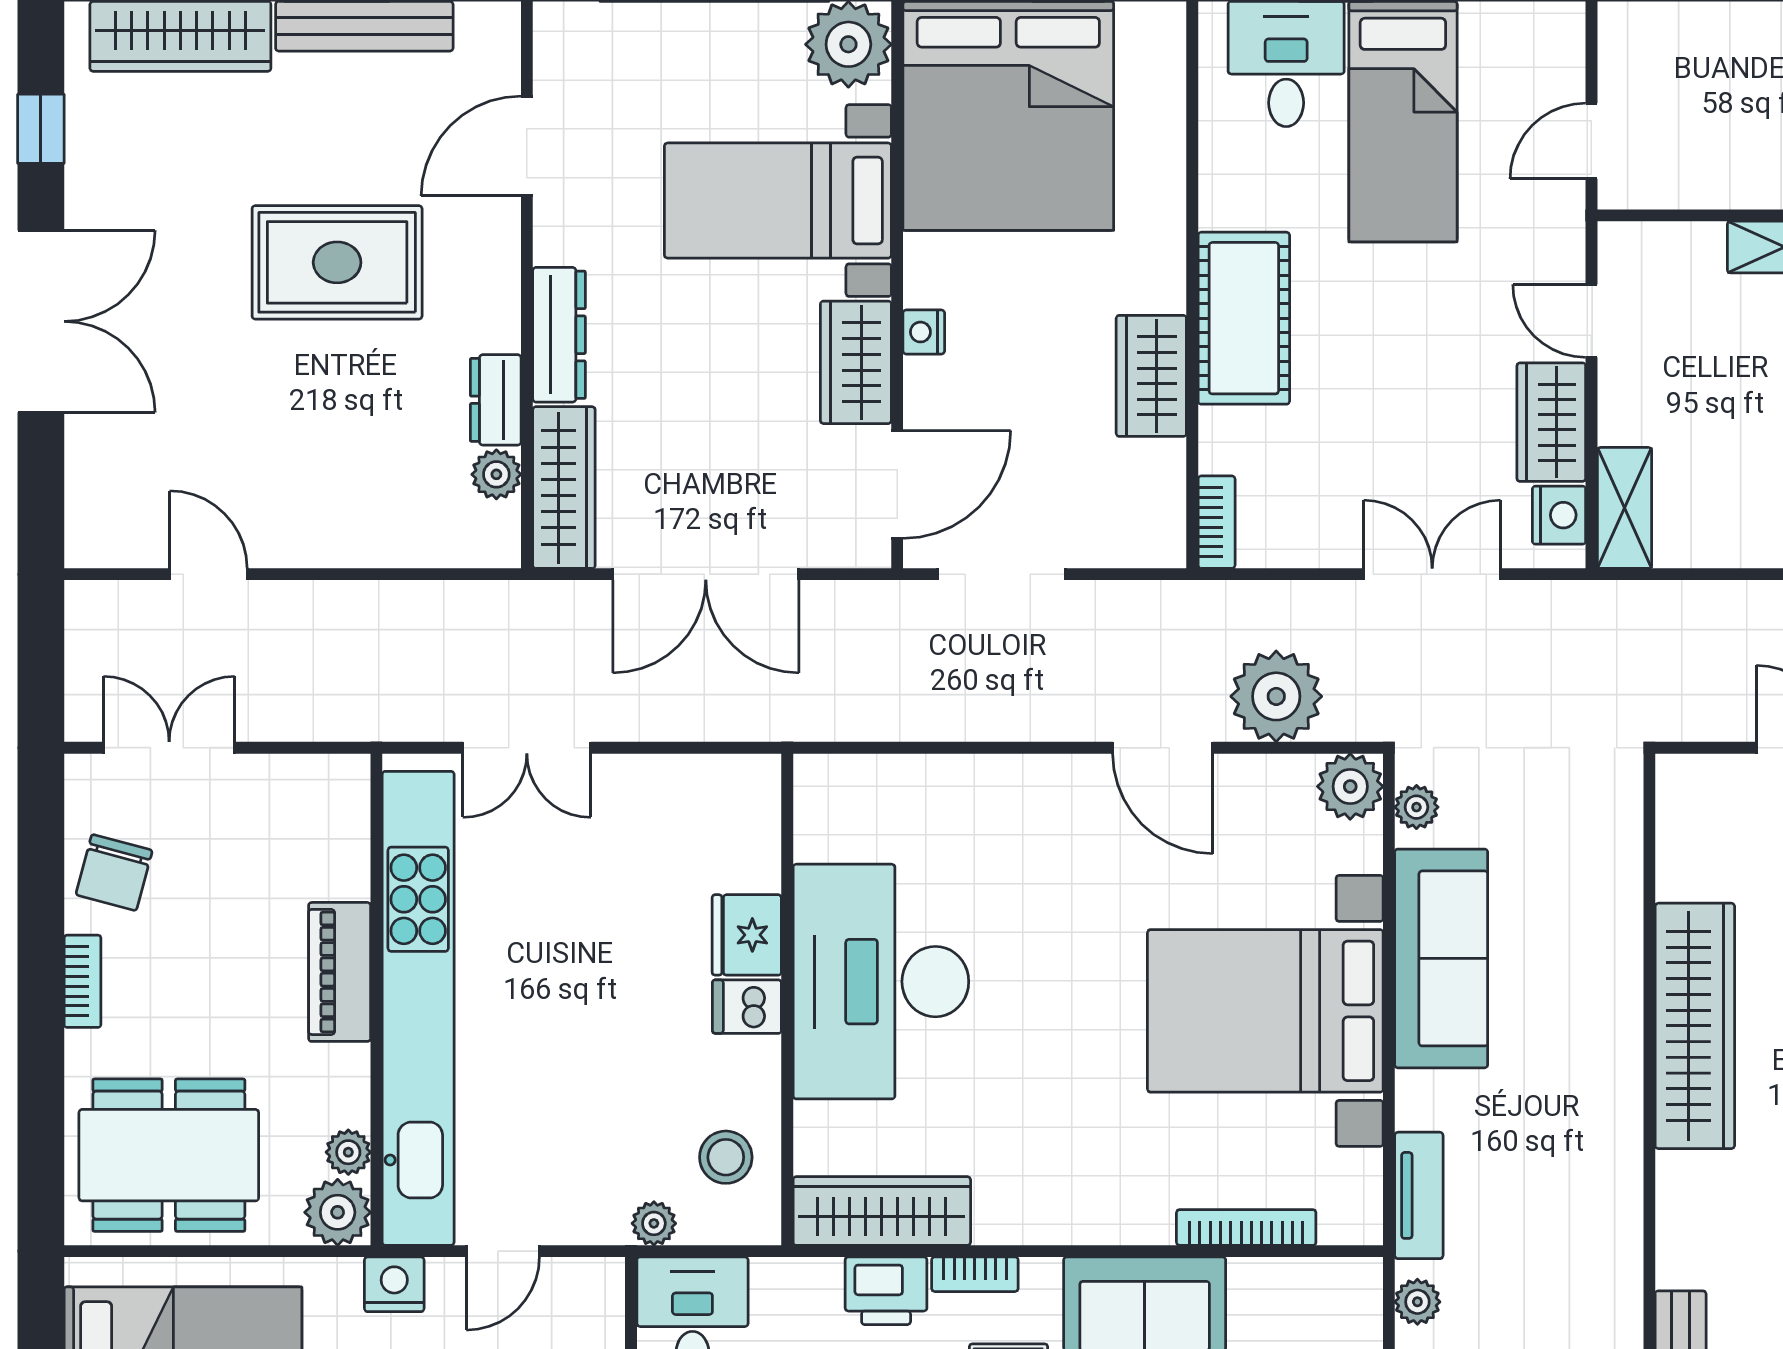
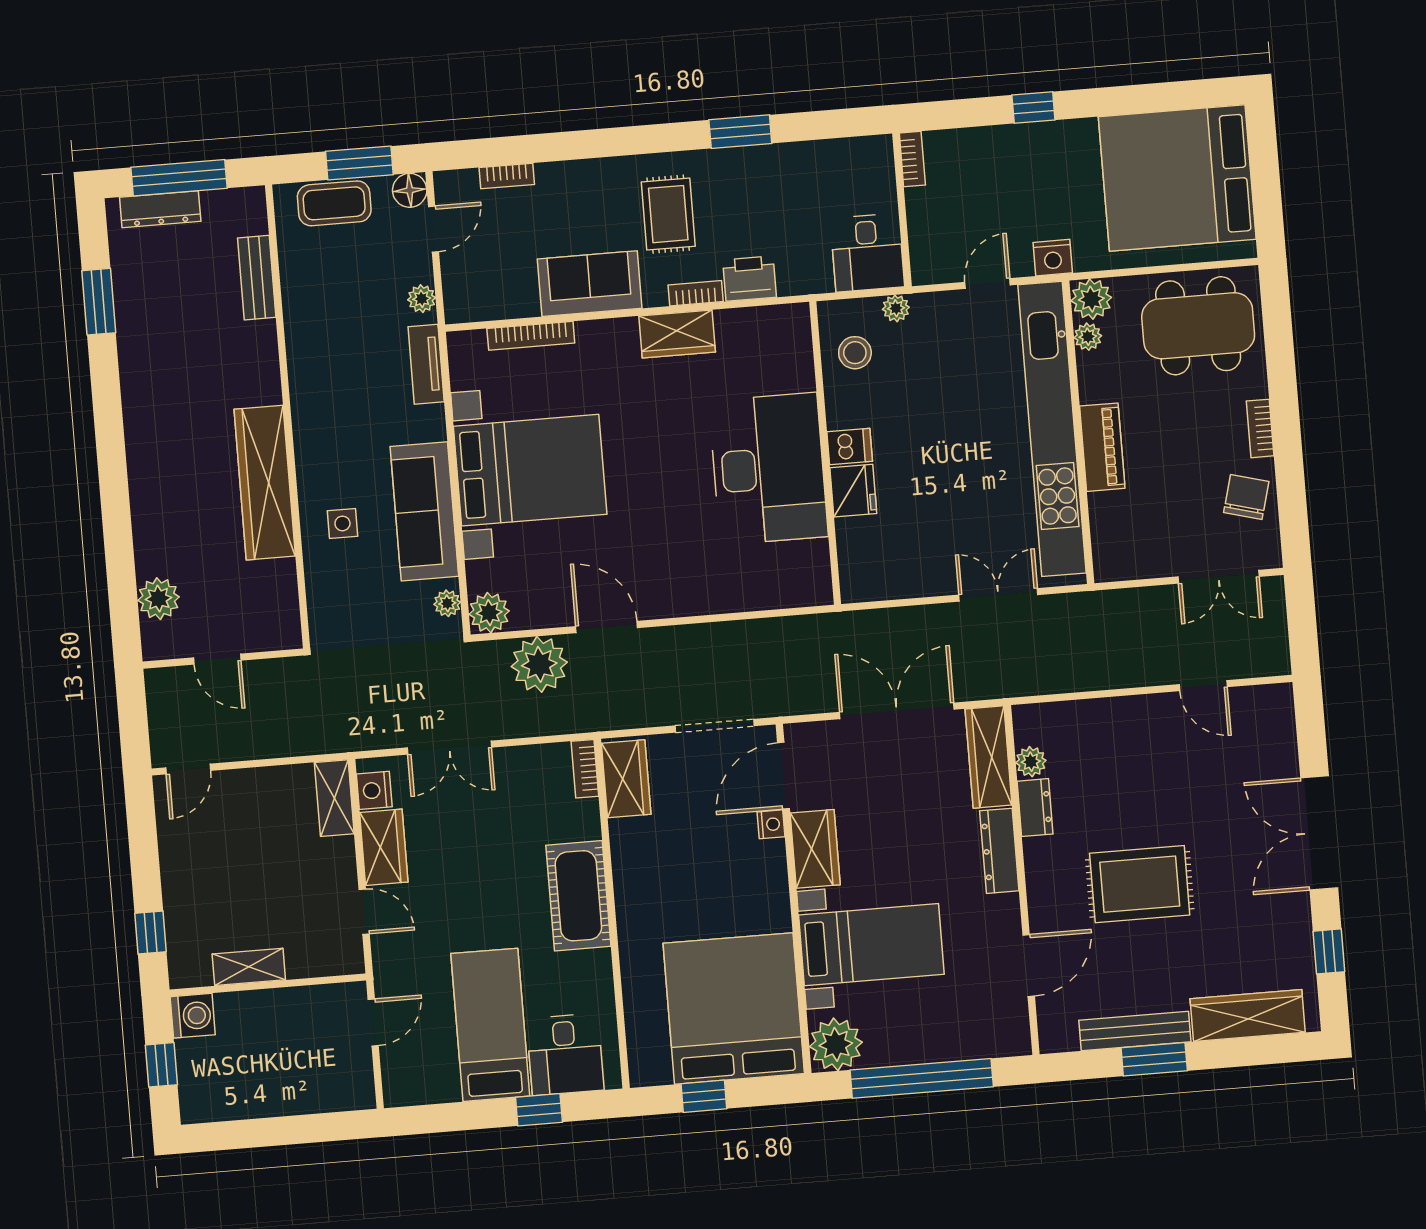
nightstand: (924, 332) -> (771, 824), moved
wardrobe: (1151, 376) -> (626, 779), moved
side table: (1575, 950) -> (342, 523), added
wardrobe: (882, 1211) -> (677, 334), moved, width x0.67

